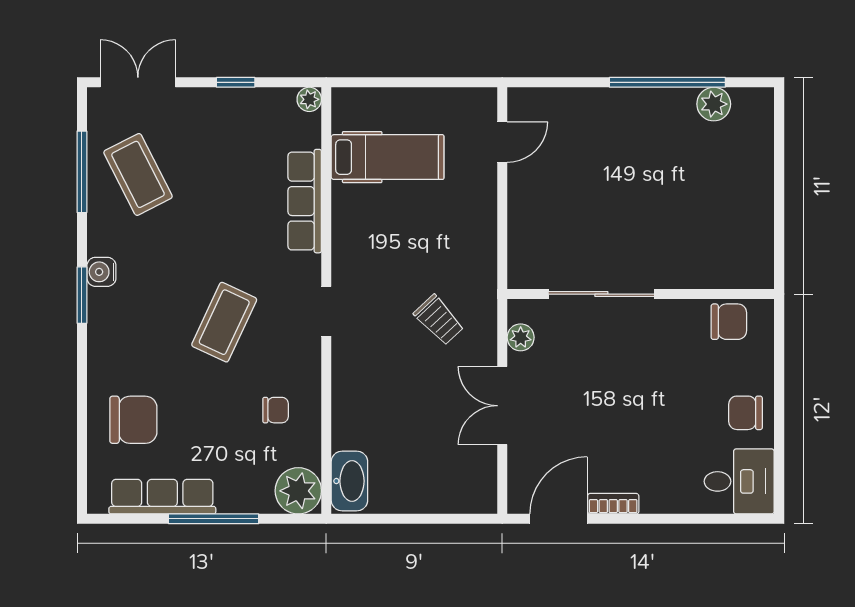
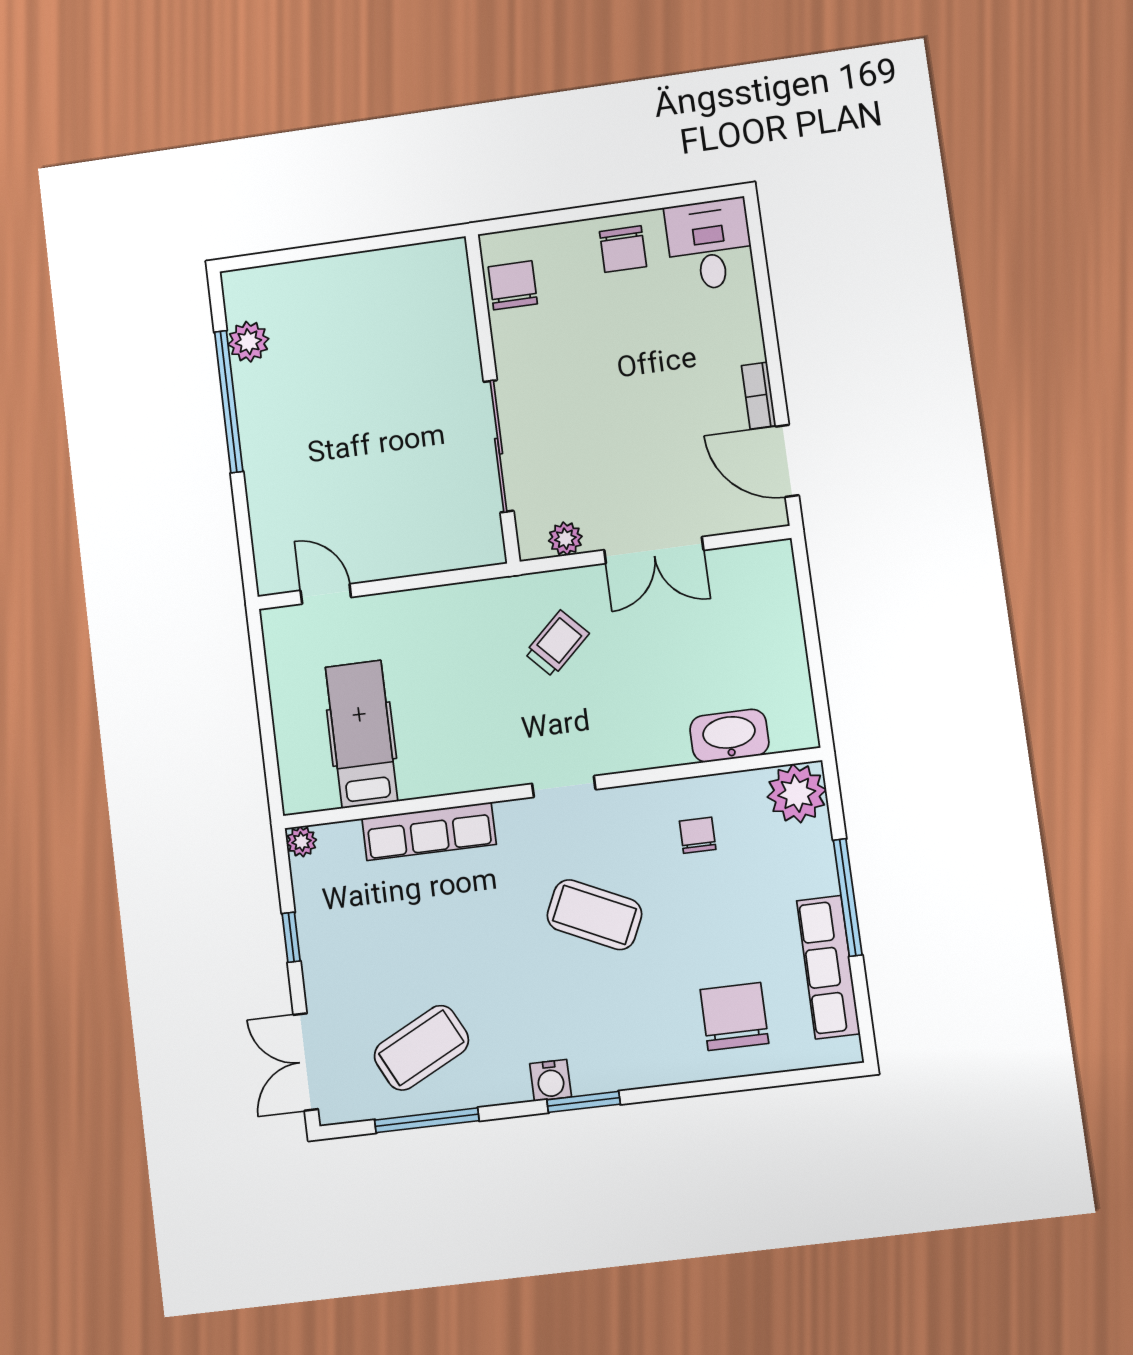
washbasin: (349, 481) -> (729, 736), moved

